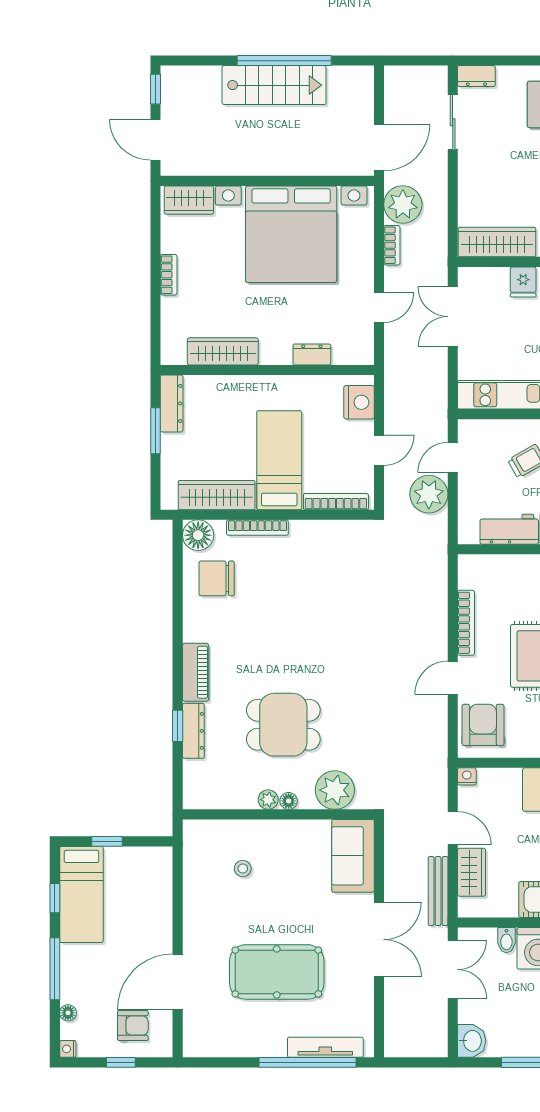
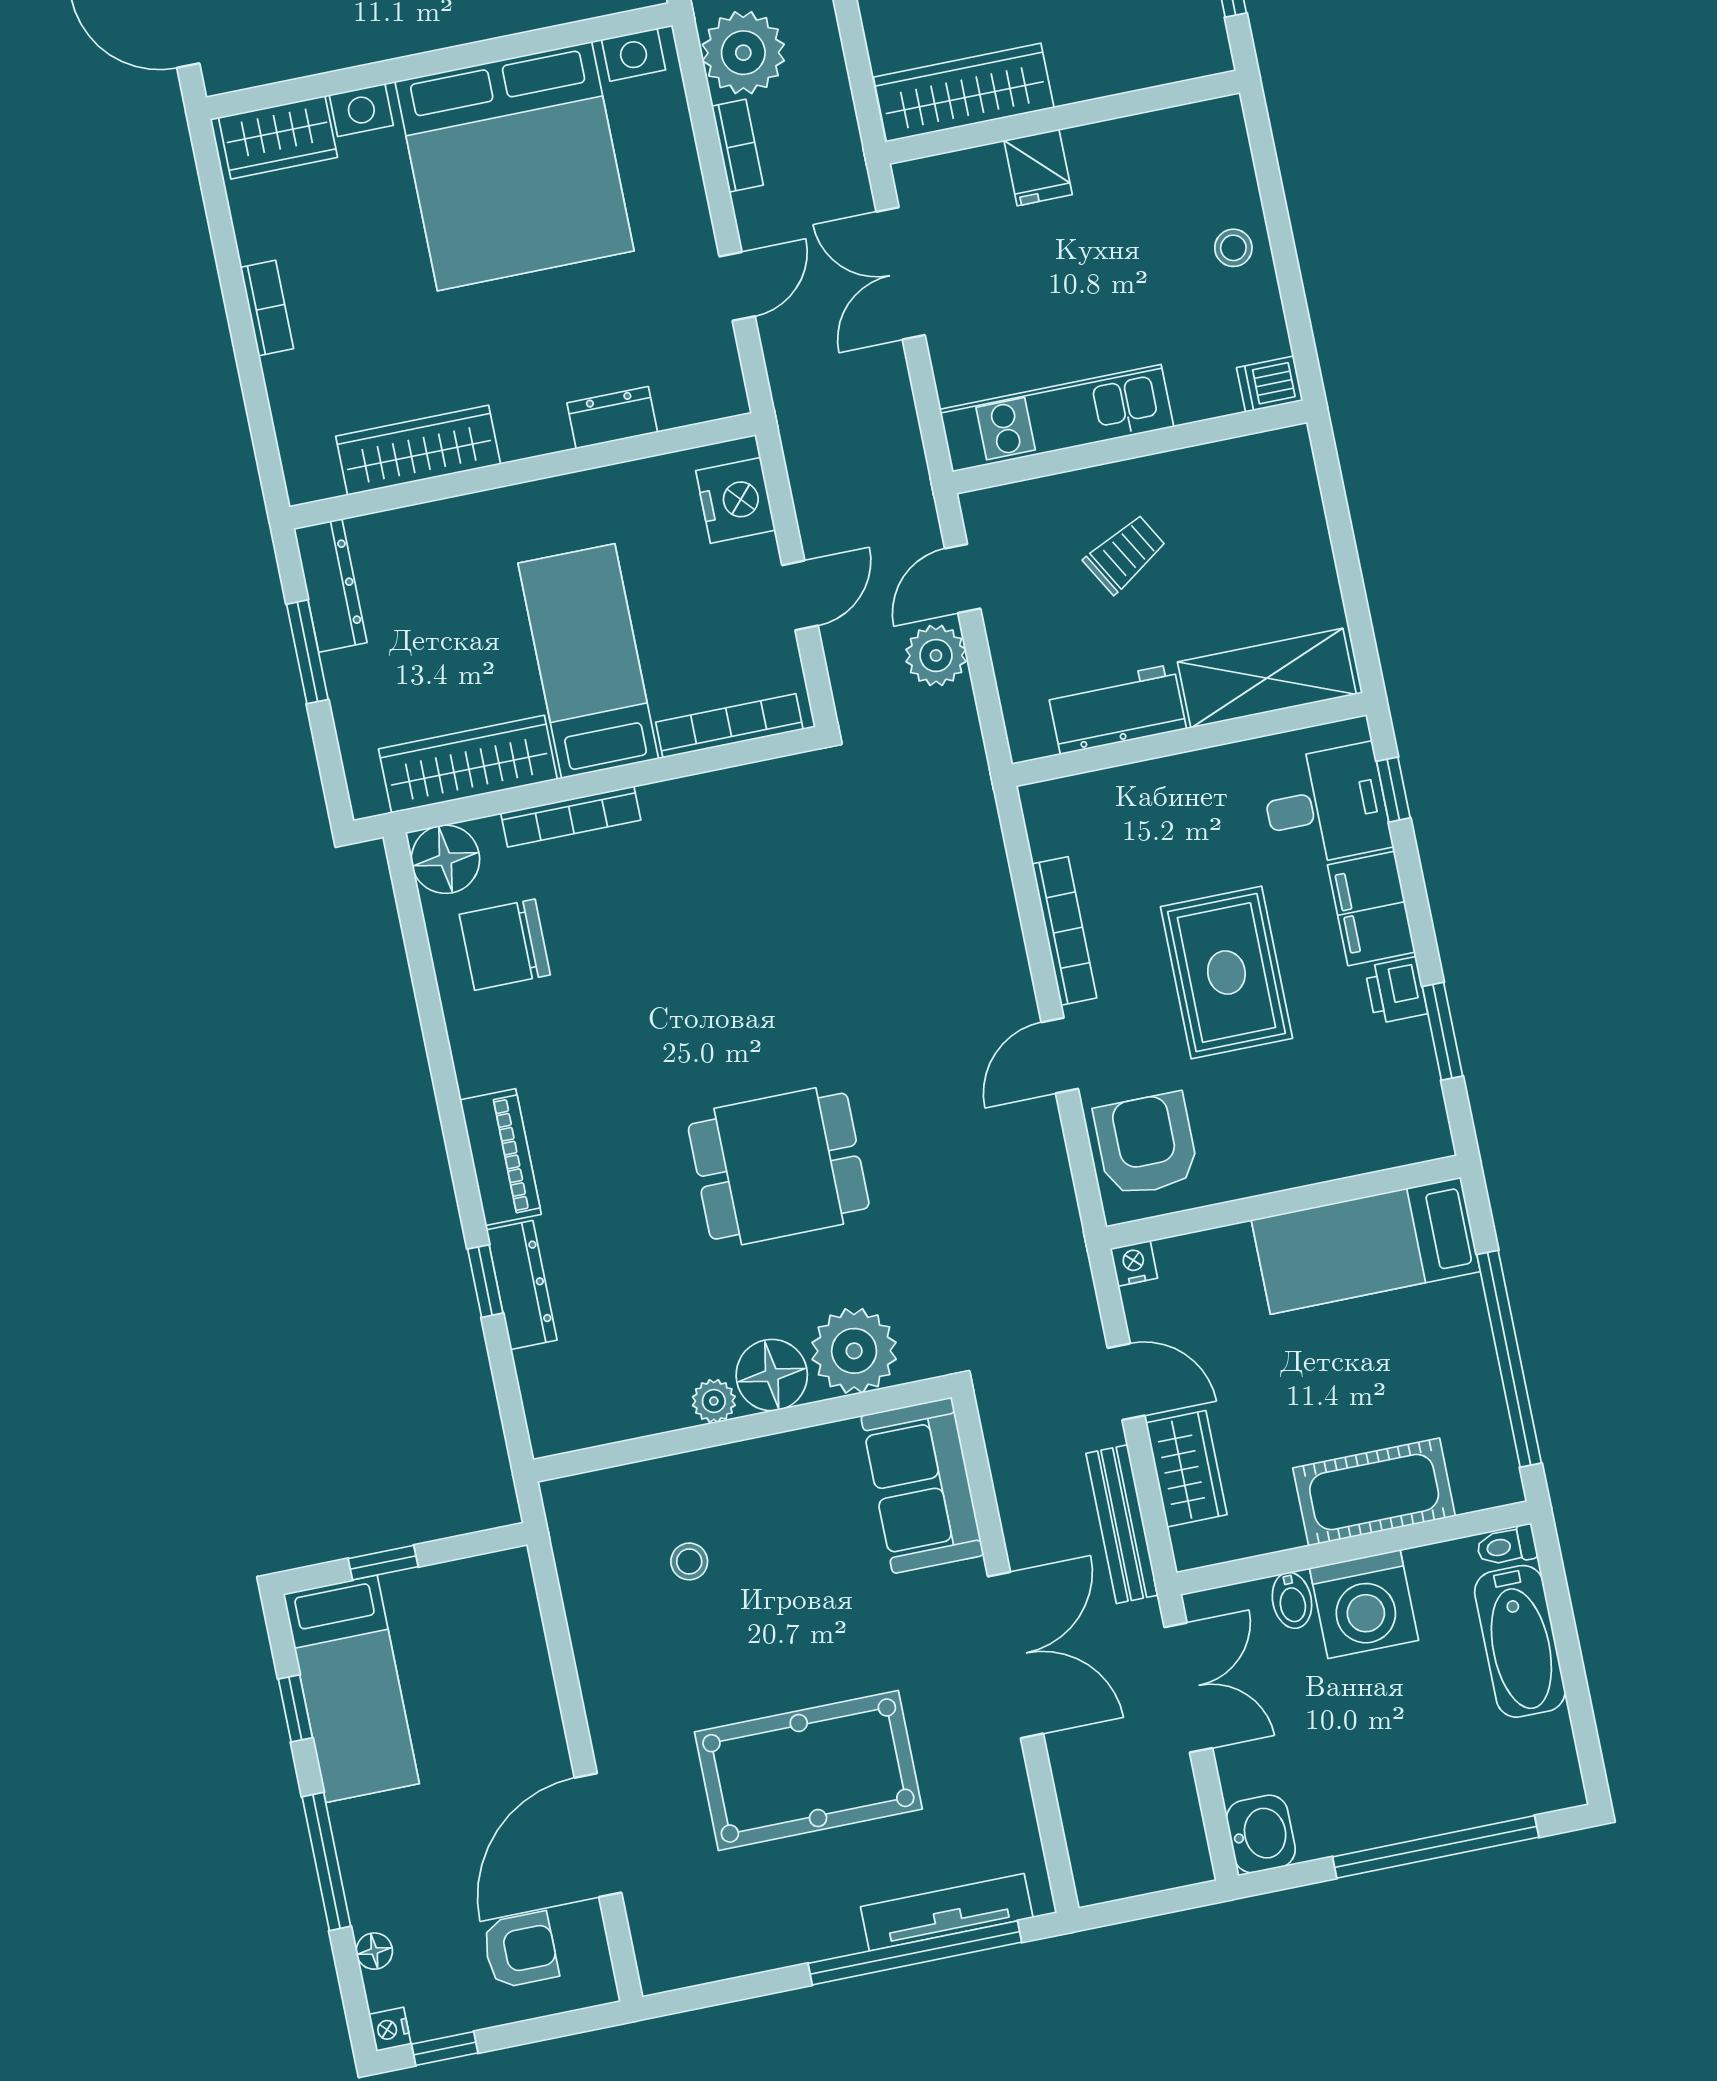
plant: (429, 494) -> (936, 655), width x0.73, depth x0.73
dining table: (283, 725) -> (779, 1166), moved
floor lamp: (289, 801) -> (772, 1375), width x1.89, depth x1.89
window: (121, 1062) -> (445, 2049), moved

